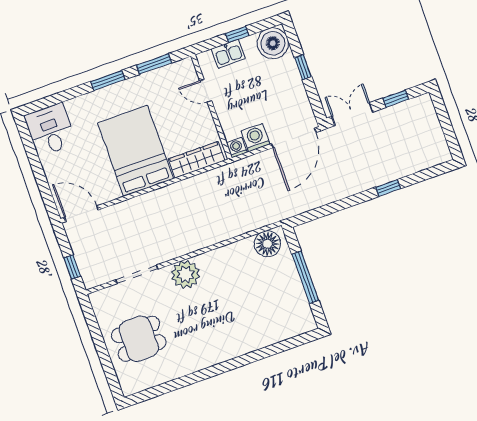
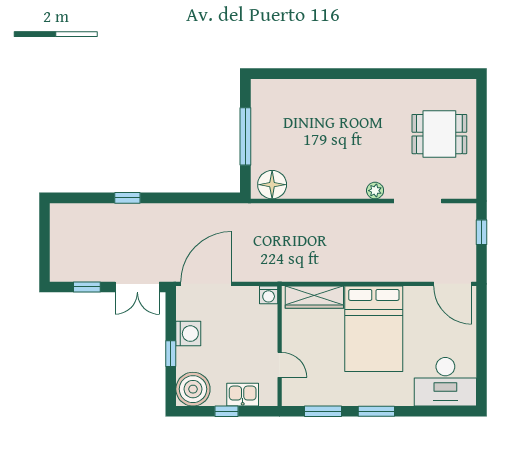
desk: (50, 130) -> (445, 382), width x1.37
washing machine: (255, 138) -> (188, 334), moved, turned -90
plant: (186, 274) -> (375, 191), width x0.53, depth x0.53

